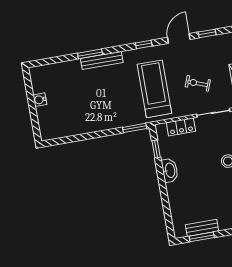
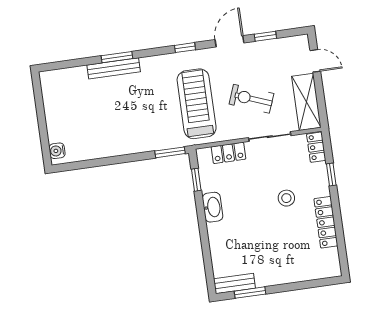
bench: (102, 60) -> (114, 68), moved
exercise bike: (198, 83) -> (251, 99), width x1.38, depth x1.39
water cooler: (40, 100) -> (57, 151), moved
bench: (202, 228) -> (235, 283), moved

